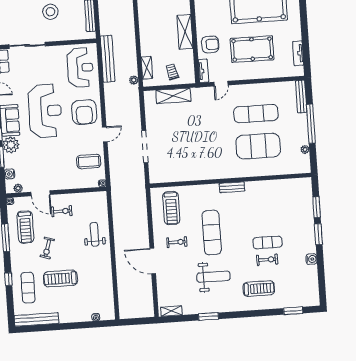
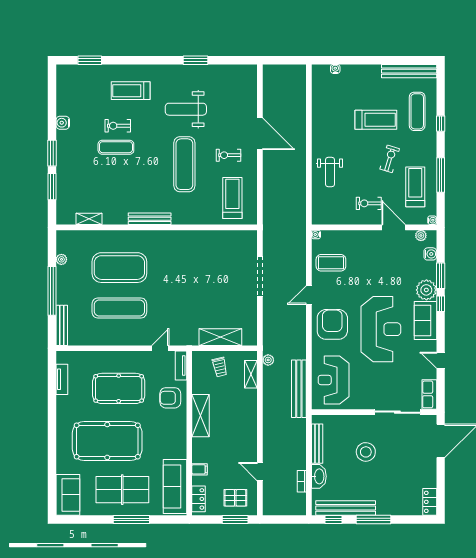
reception desk: (45, 111) -> (381, 329), turned 180
bench: (232, 187) -> (150, 219), width x1.36
shelving: (171, 311) -> (89, 219), moved

